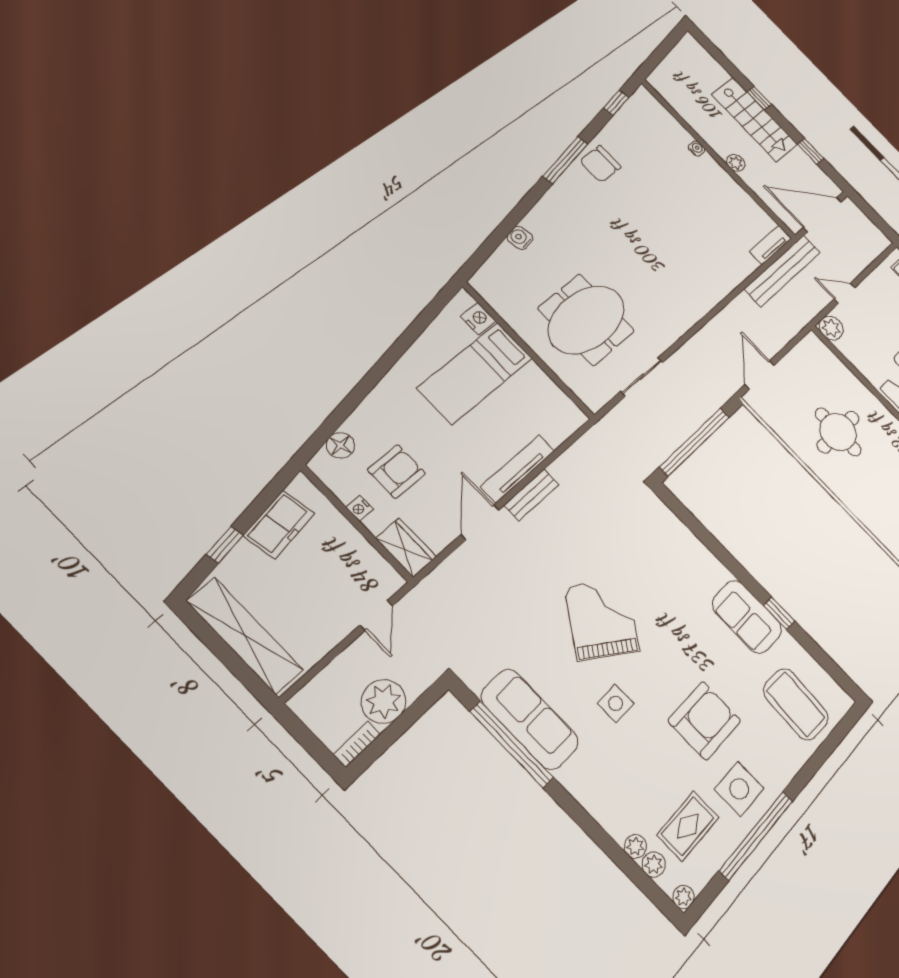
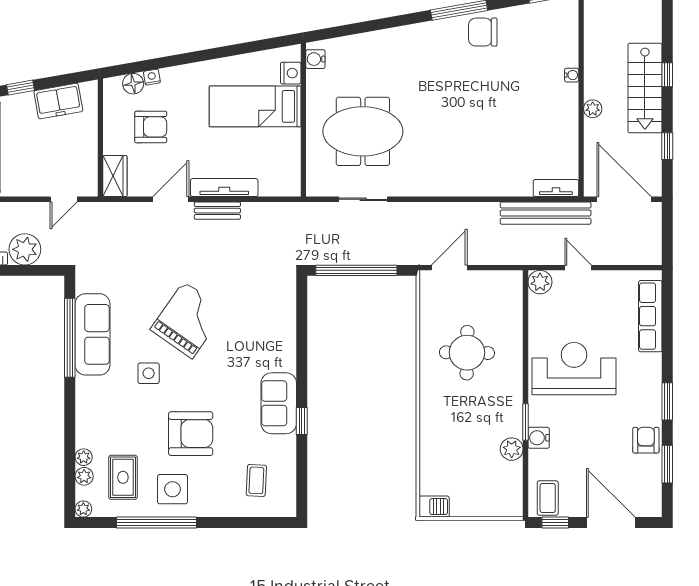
water cooler: (520, 238) -> (315, 59), moved, turned -80
nightstand: (360, 508) -> (152, 77), moved, turned 80
coffee table: (796, 704) -> (256, 480), width x0.54, depth x0.58
rug: (688, 826) -> (123, 477), turned 90

